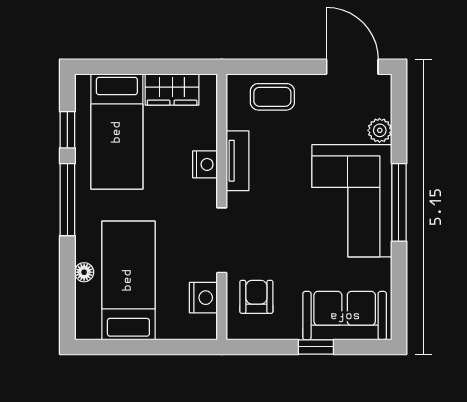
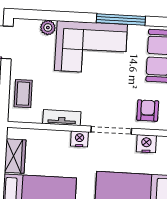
nightstand: (205, 164) -> (79, 139), moved
window: (399, 202) -> (121, 20), moved
armchair: (256, 297) -> (148, 111), turned 90

